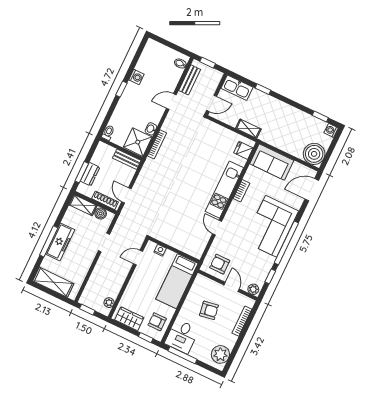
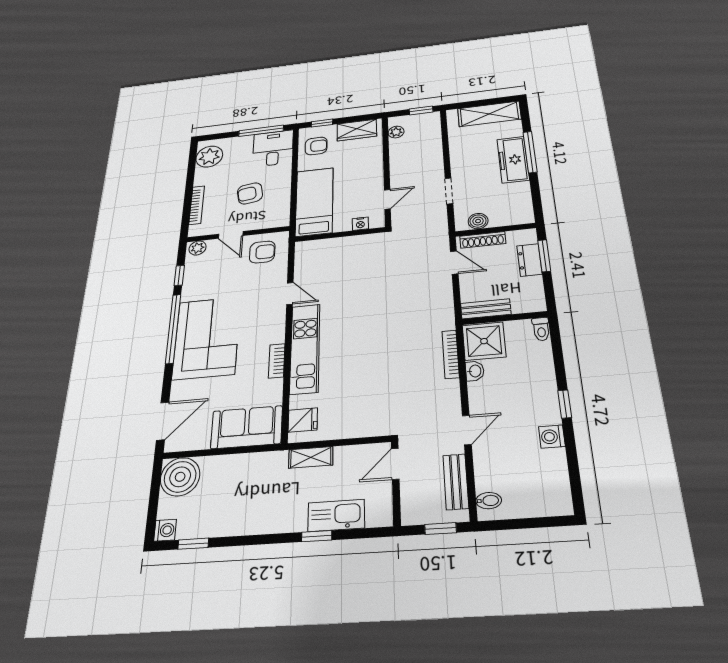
kitchen sink: (237, 88) -> (336, 515), moved
shelving: (83, 205) -> (512, 217), removed

